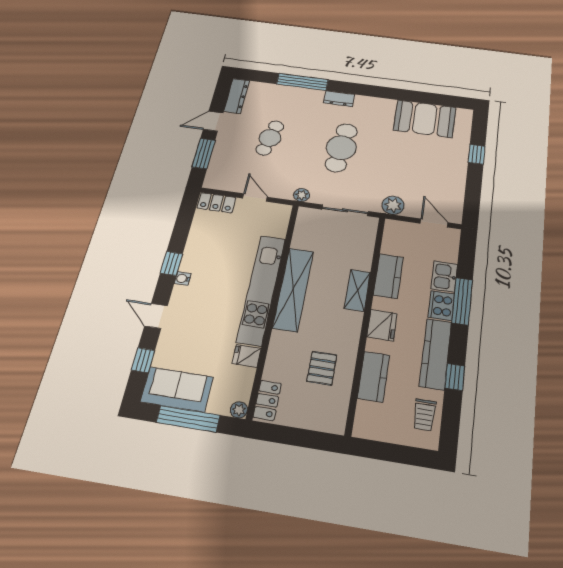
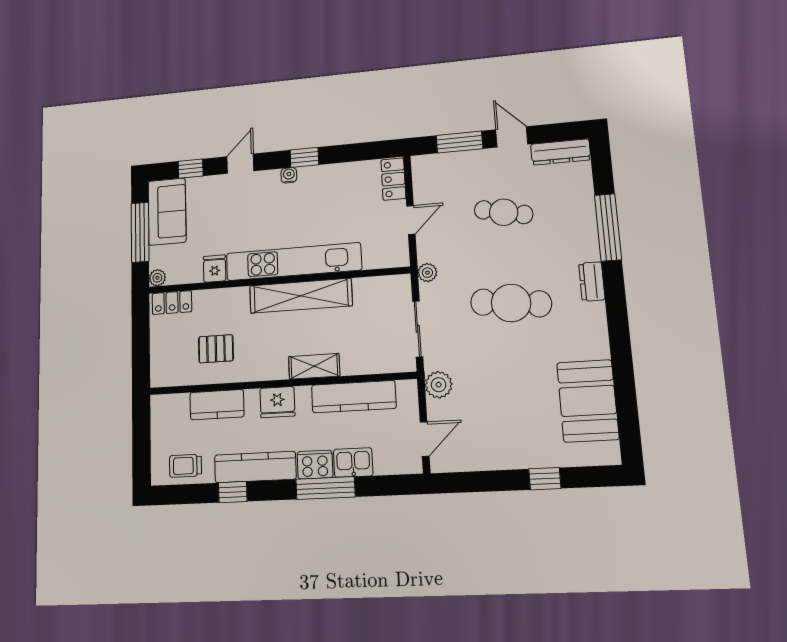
kitchen counter: (388, 276) -> (354, 397), width x1.50

